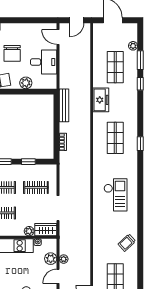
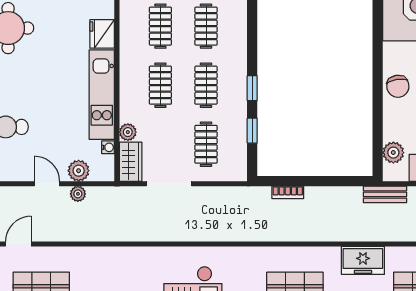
plant: (26, 83) -> (393, 153), moved
bench: (64, 105) -> (385, 194), moved, width x0.73

